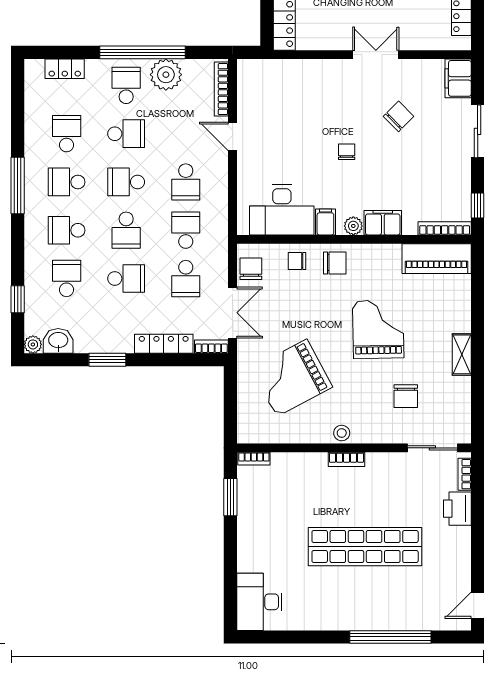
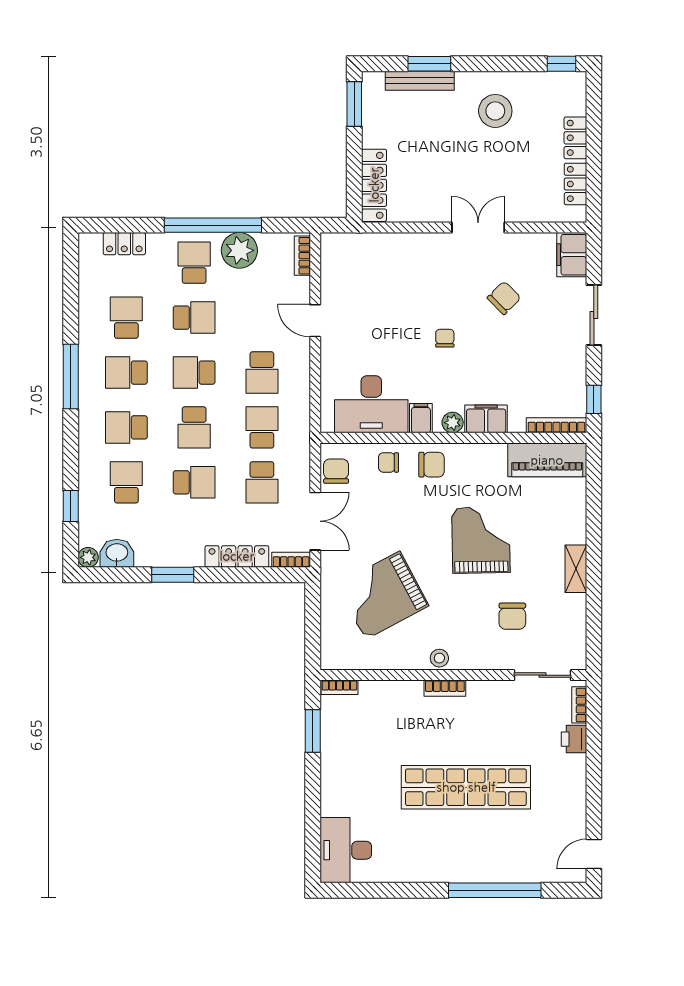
bookcase: (221, 89) -> (302, 256), width x0.64
printer: (457, 509) -> (574, 739), width x0.73, depth x0.81

